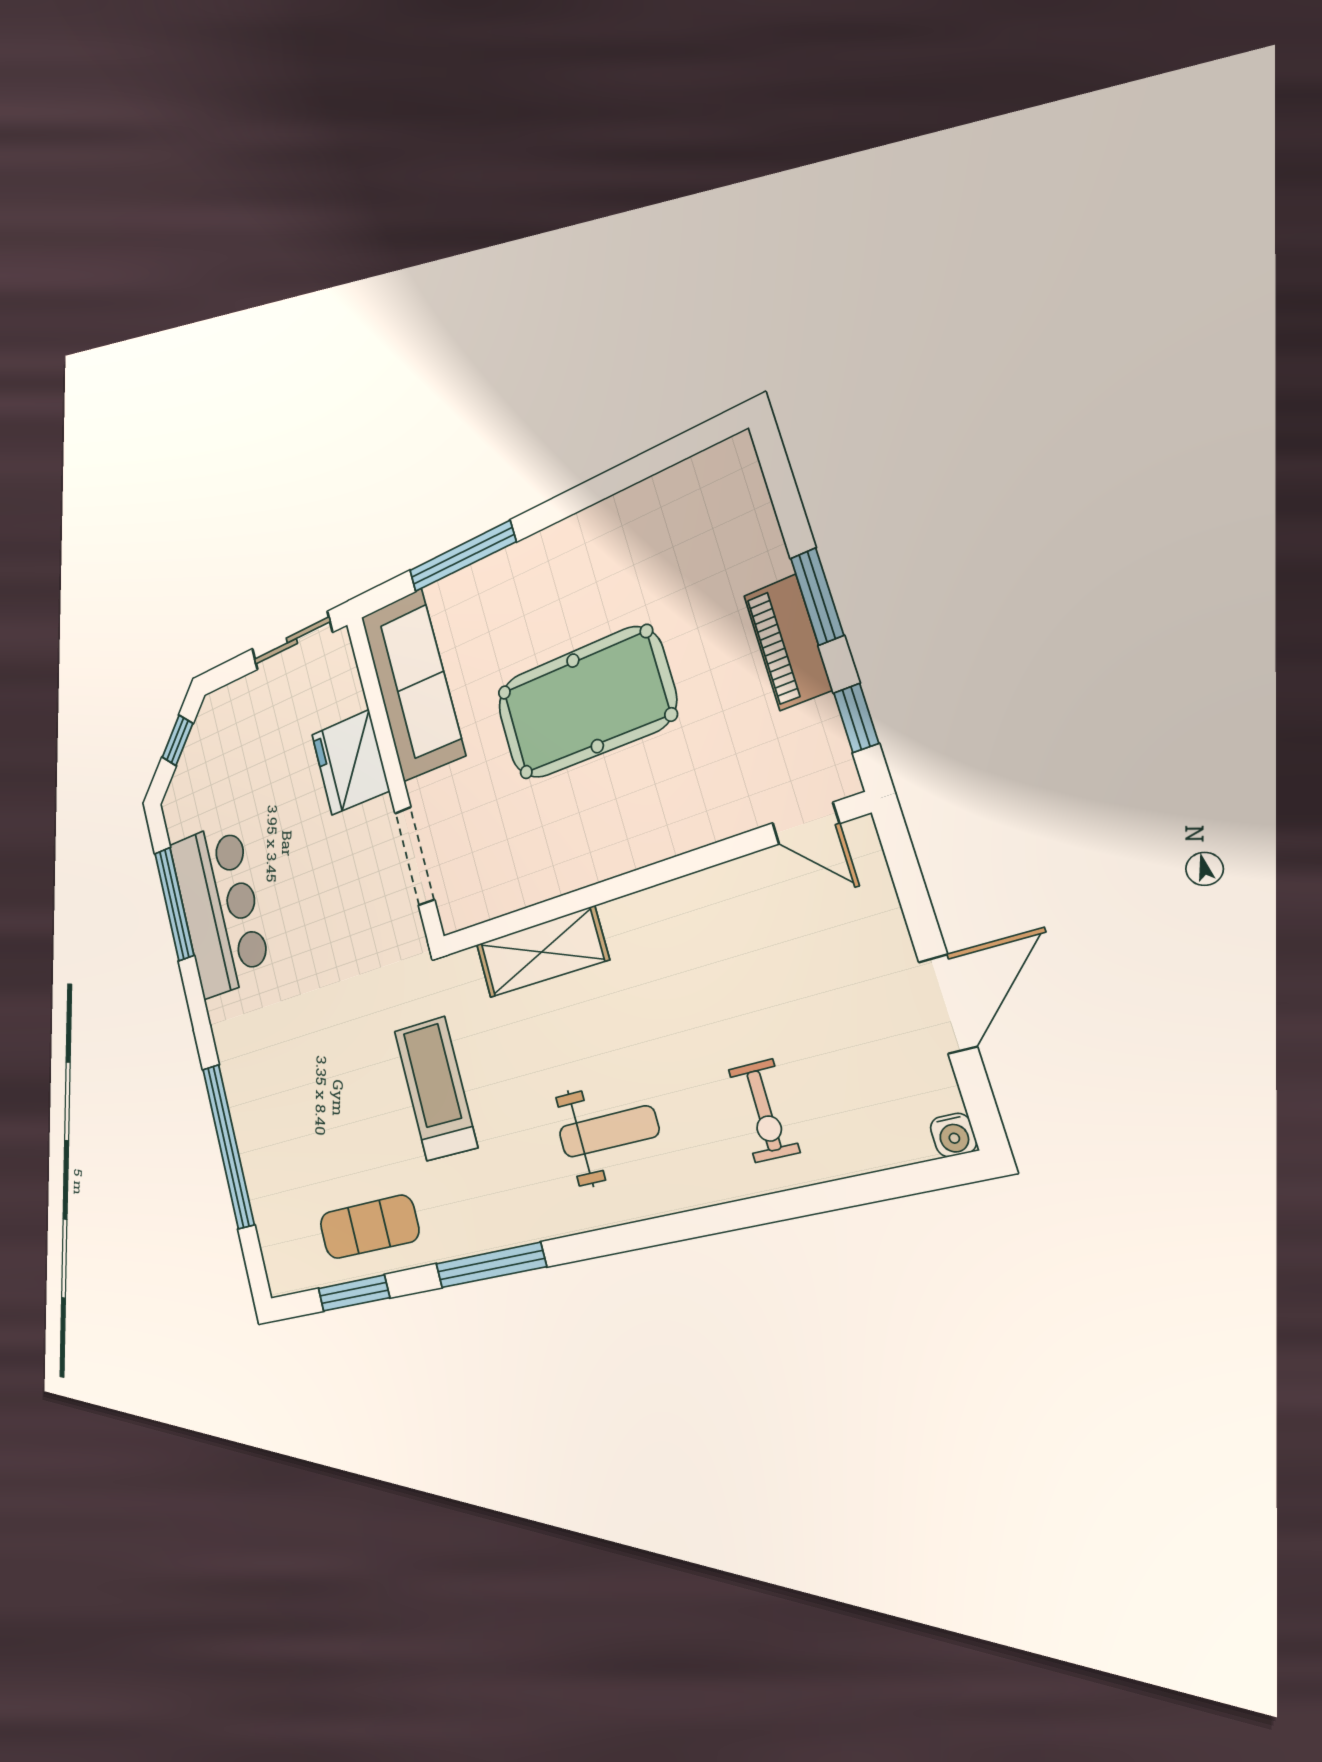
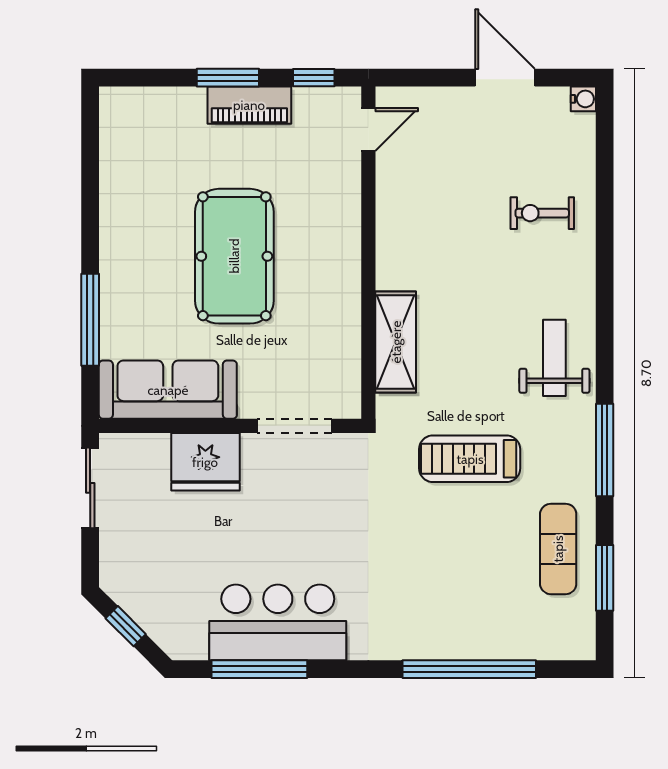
exercise bike: (764, 1111) -> (542, 213), turned 180
weight bench: (609, 1132) -> (554, 358), moved

